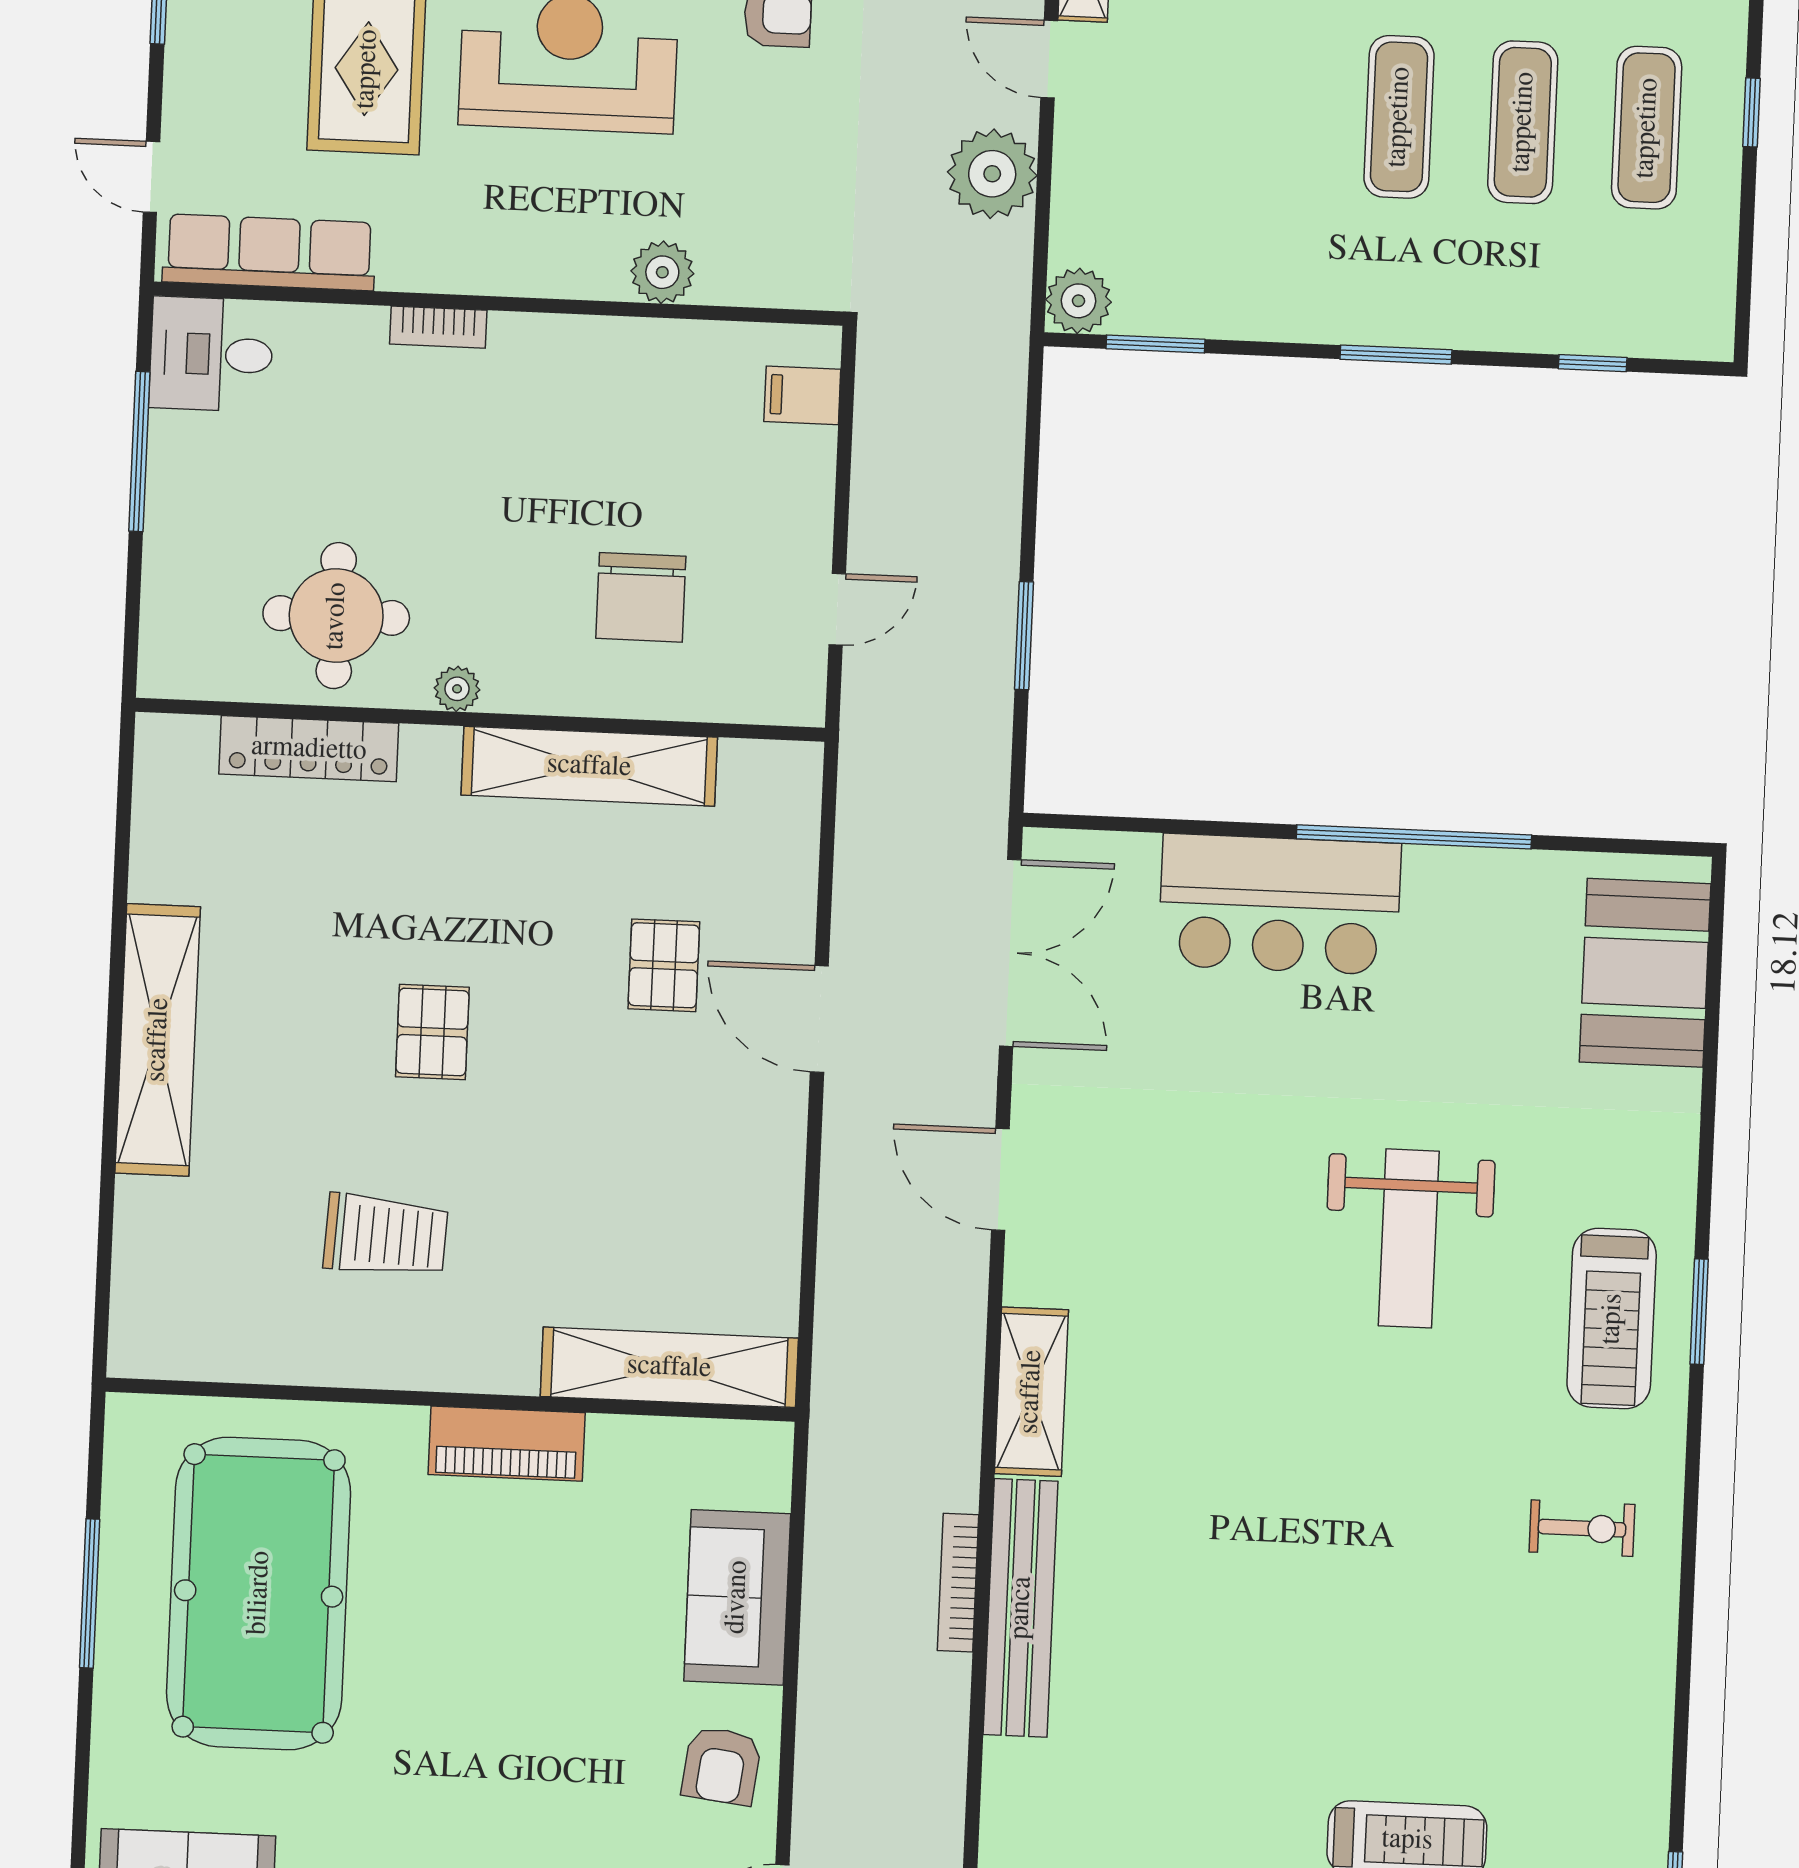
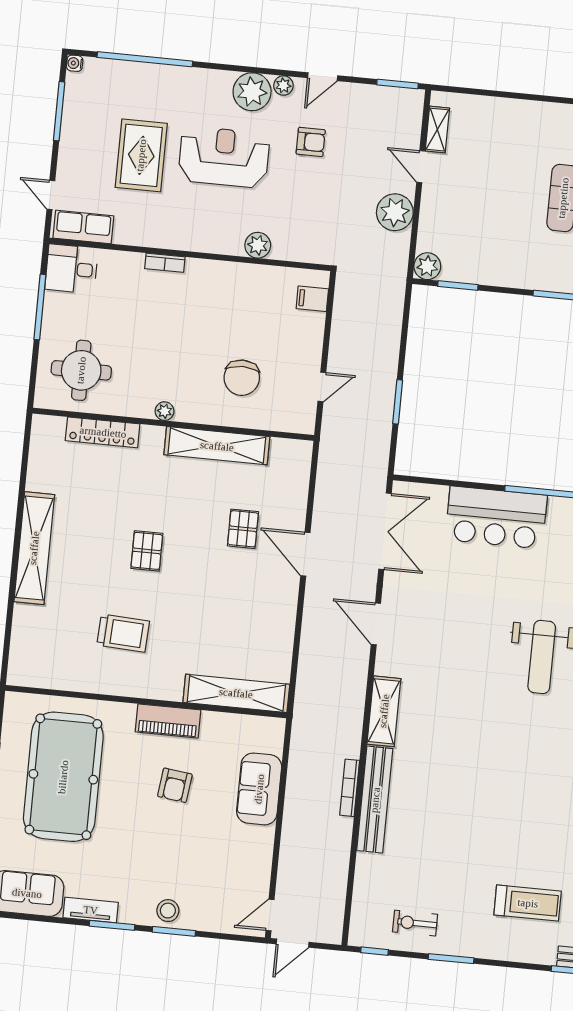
row of seats: (269, 252) -> (83, 227), width x0.68
round table: (336, 616) -> (81, 370), moved
armchair: (721, 1766) -> (175, 785), moved

